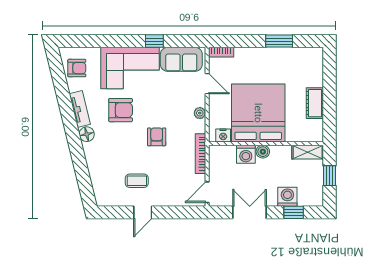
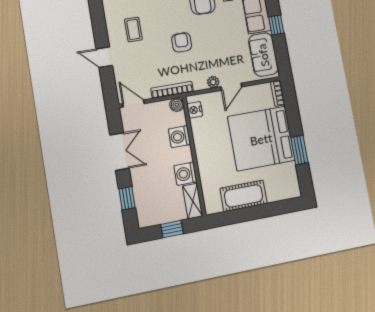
door: (207, 84) -> (231, 87), moved
cot: (315, 103) -> (244, 196), width x1.37, depth x1.34
bed: (258, 113) -> (261, 139), moved, turned 180
armchair: (157, 137) -> (182, 42), turned -90
boiler: (263, 152) -> (177, 105), moved
washing machine: (287, 197) -> (185, 174), moved, turned 180
door: (143, 212) -> (104, 57), moved

